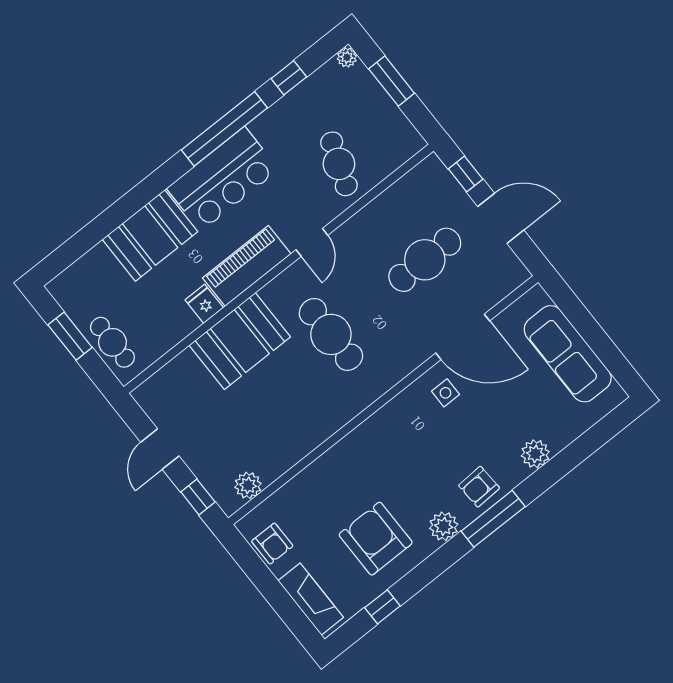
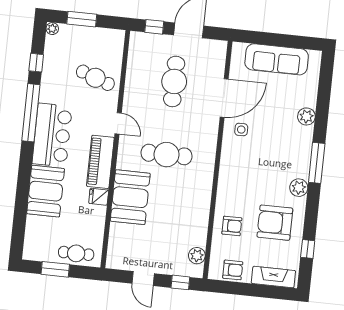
armchair: (479, 487) -> (232, 226), moved, turned -87

